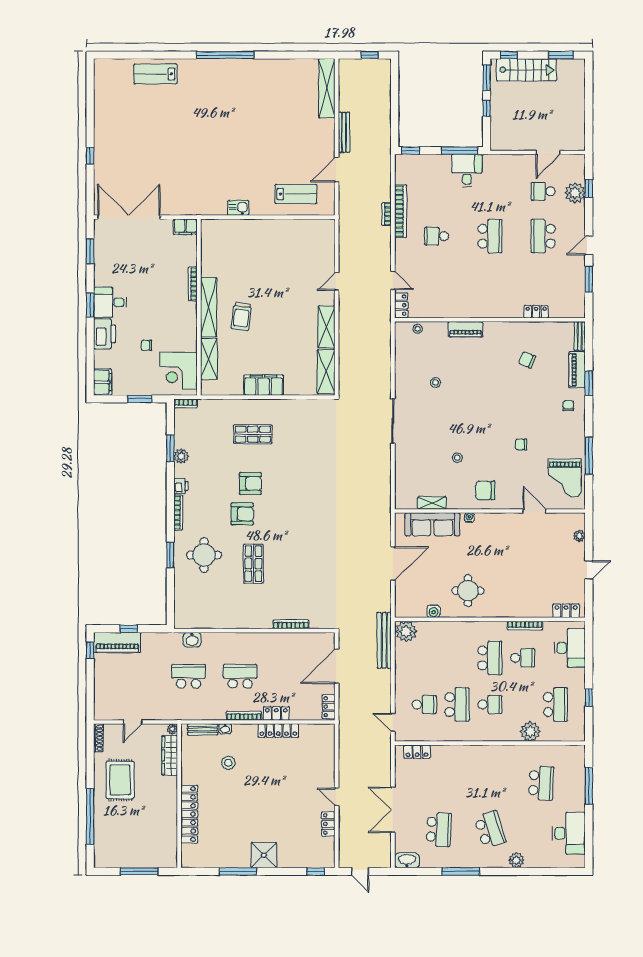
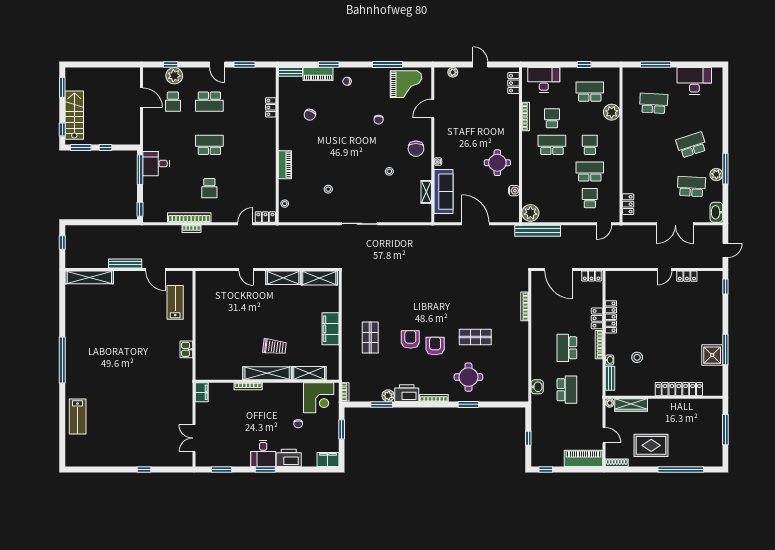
double door: (129, 217) -> (194, 438), width x0.54
printer: (181, 486) -> (407, 393), width x1.87, depth x1.48
piano: (117, 642) -> (584, 458), moved, turned -90
school desk: (189, 676) -> (567, 390), turned 180
shower: (264, 855) -> (712, 355), moved
plant: (516, 860) -> (716, 174), moved

